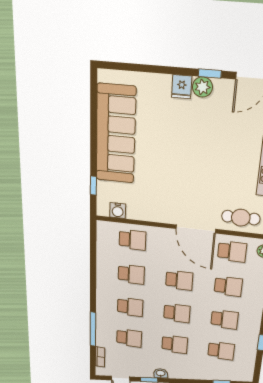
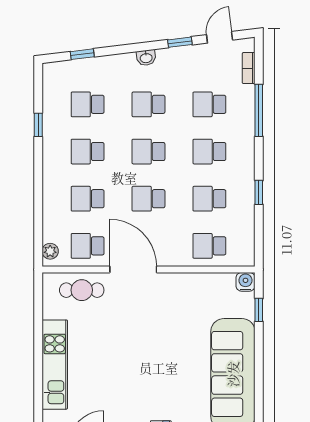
water cooler: (118, 211) -> (246, 282), moved
window: (93, 274) -> (259, 192), added
washbasin: (161, 373) -> (146, 58), moved

